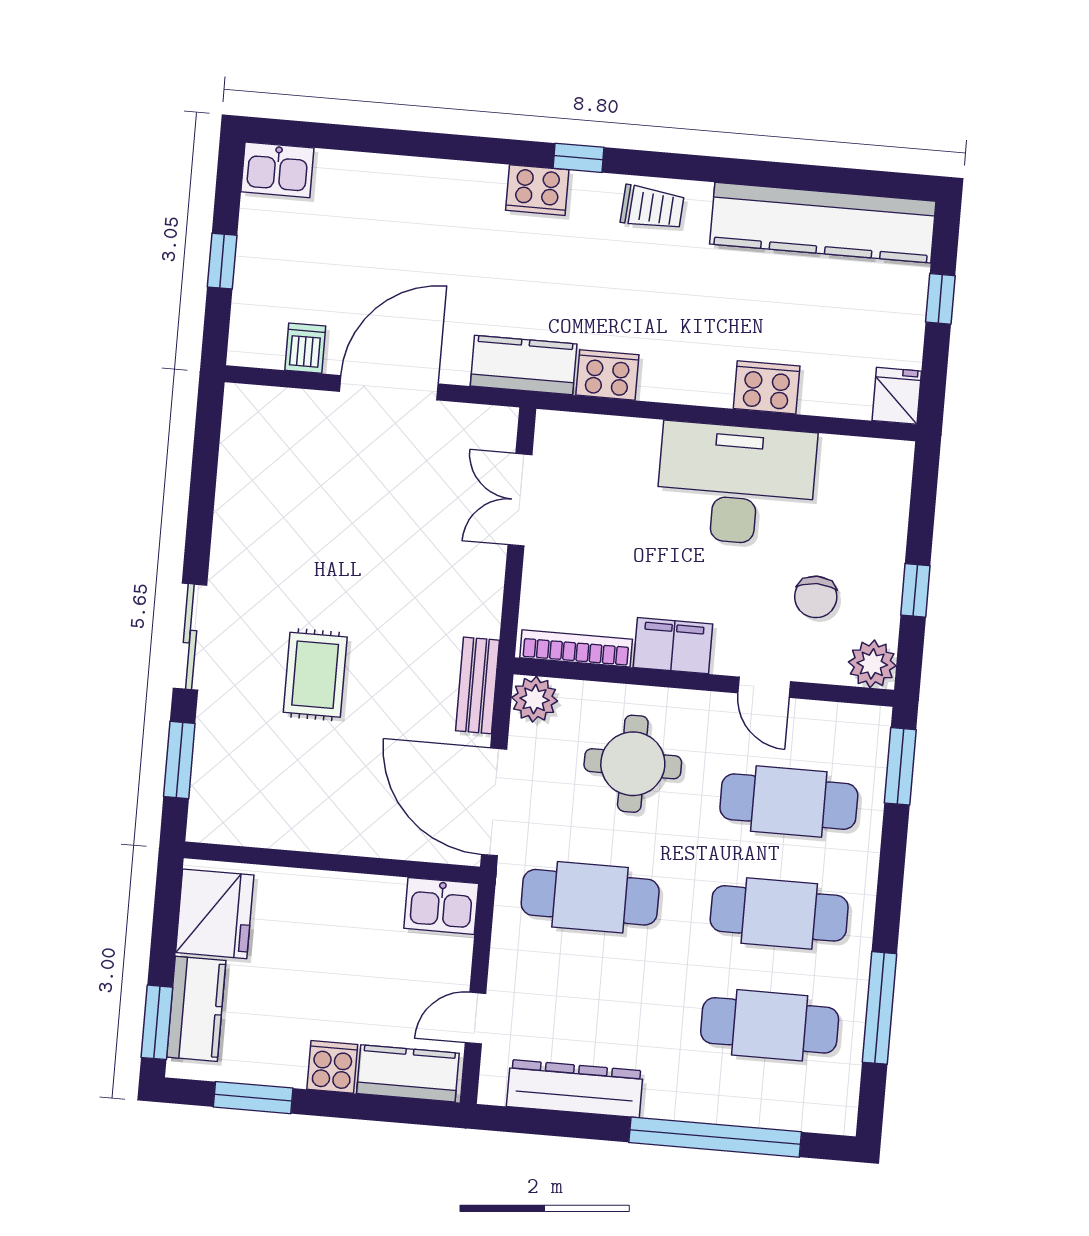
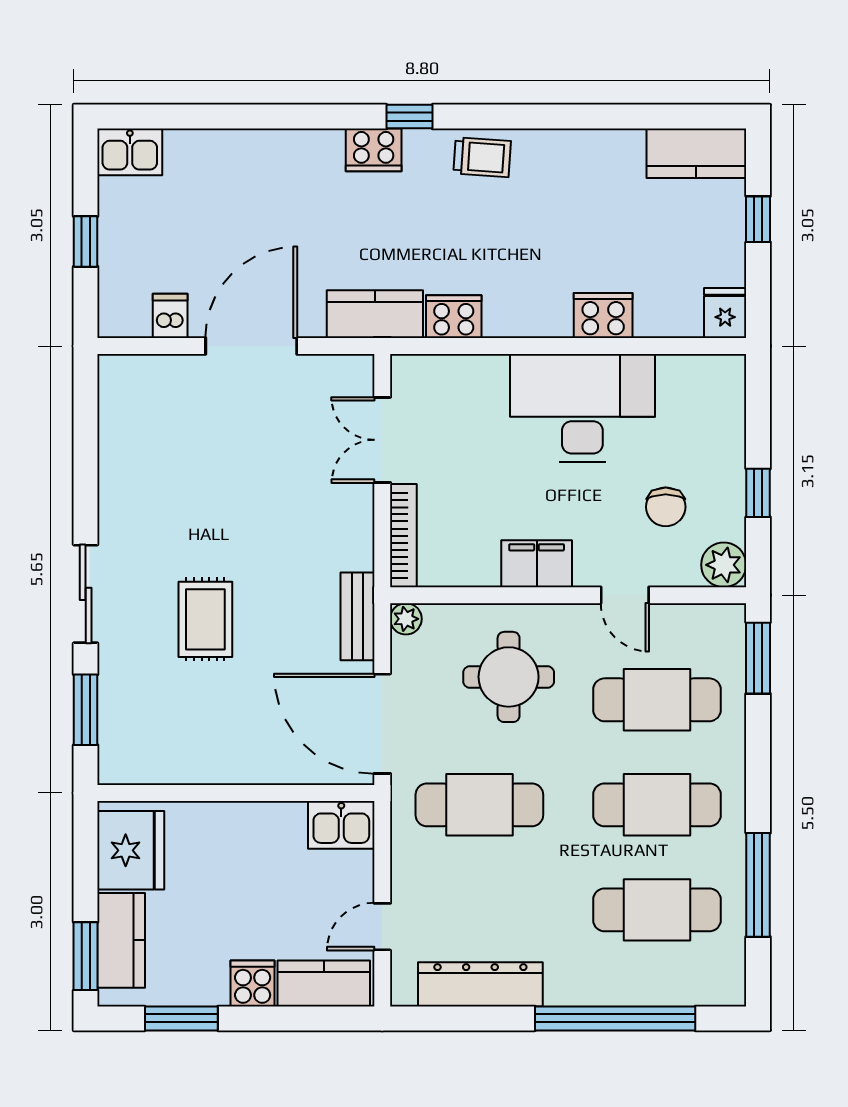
kitchen counter: (823, 223) -> (696, 153), width x0.48, depth x0.86
bookcase: (576, 648) -> (403, 536), moved, turned 90
plant: (535, 699) -> (406, 619), width x0.73, depth x0.73

